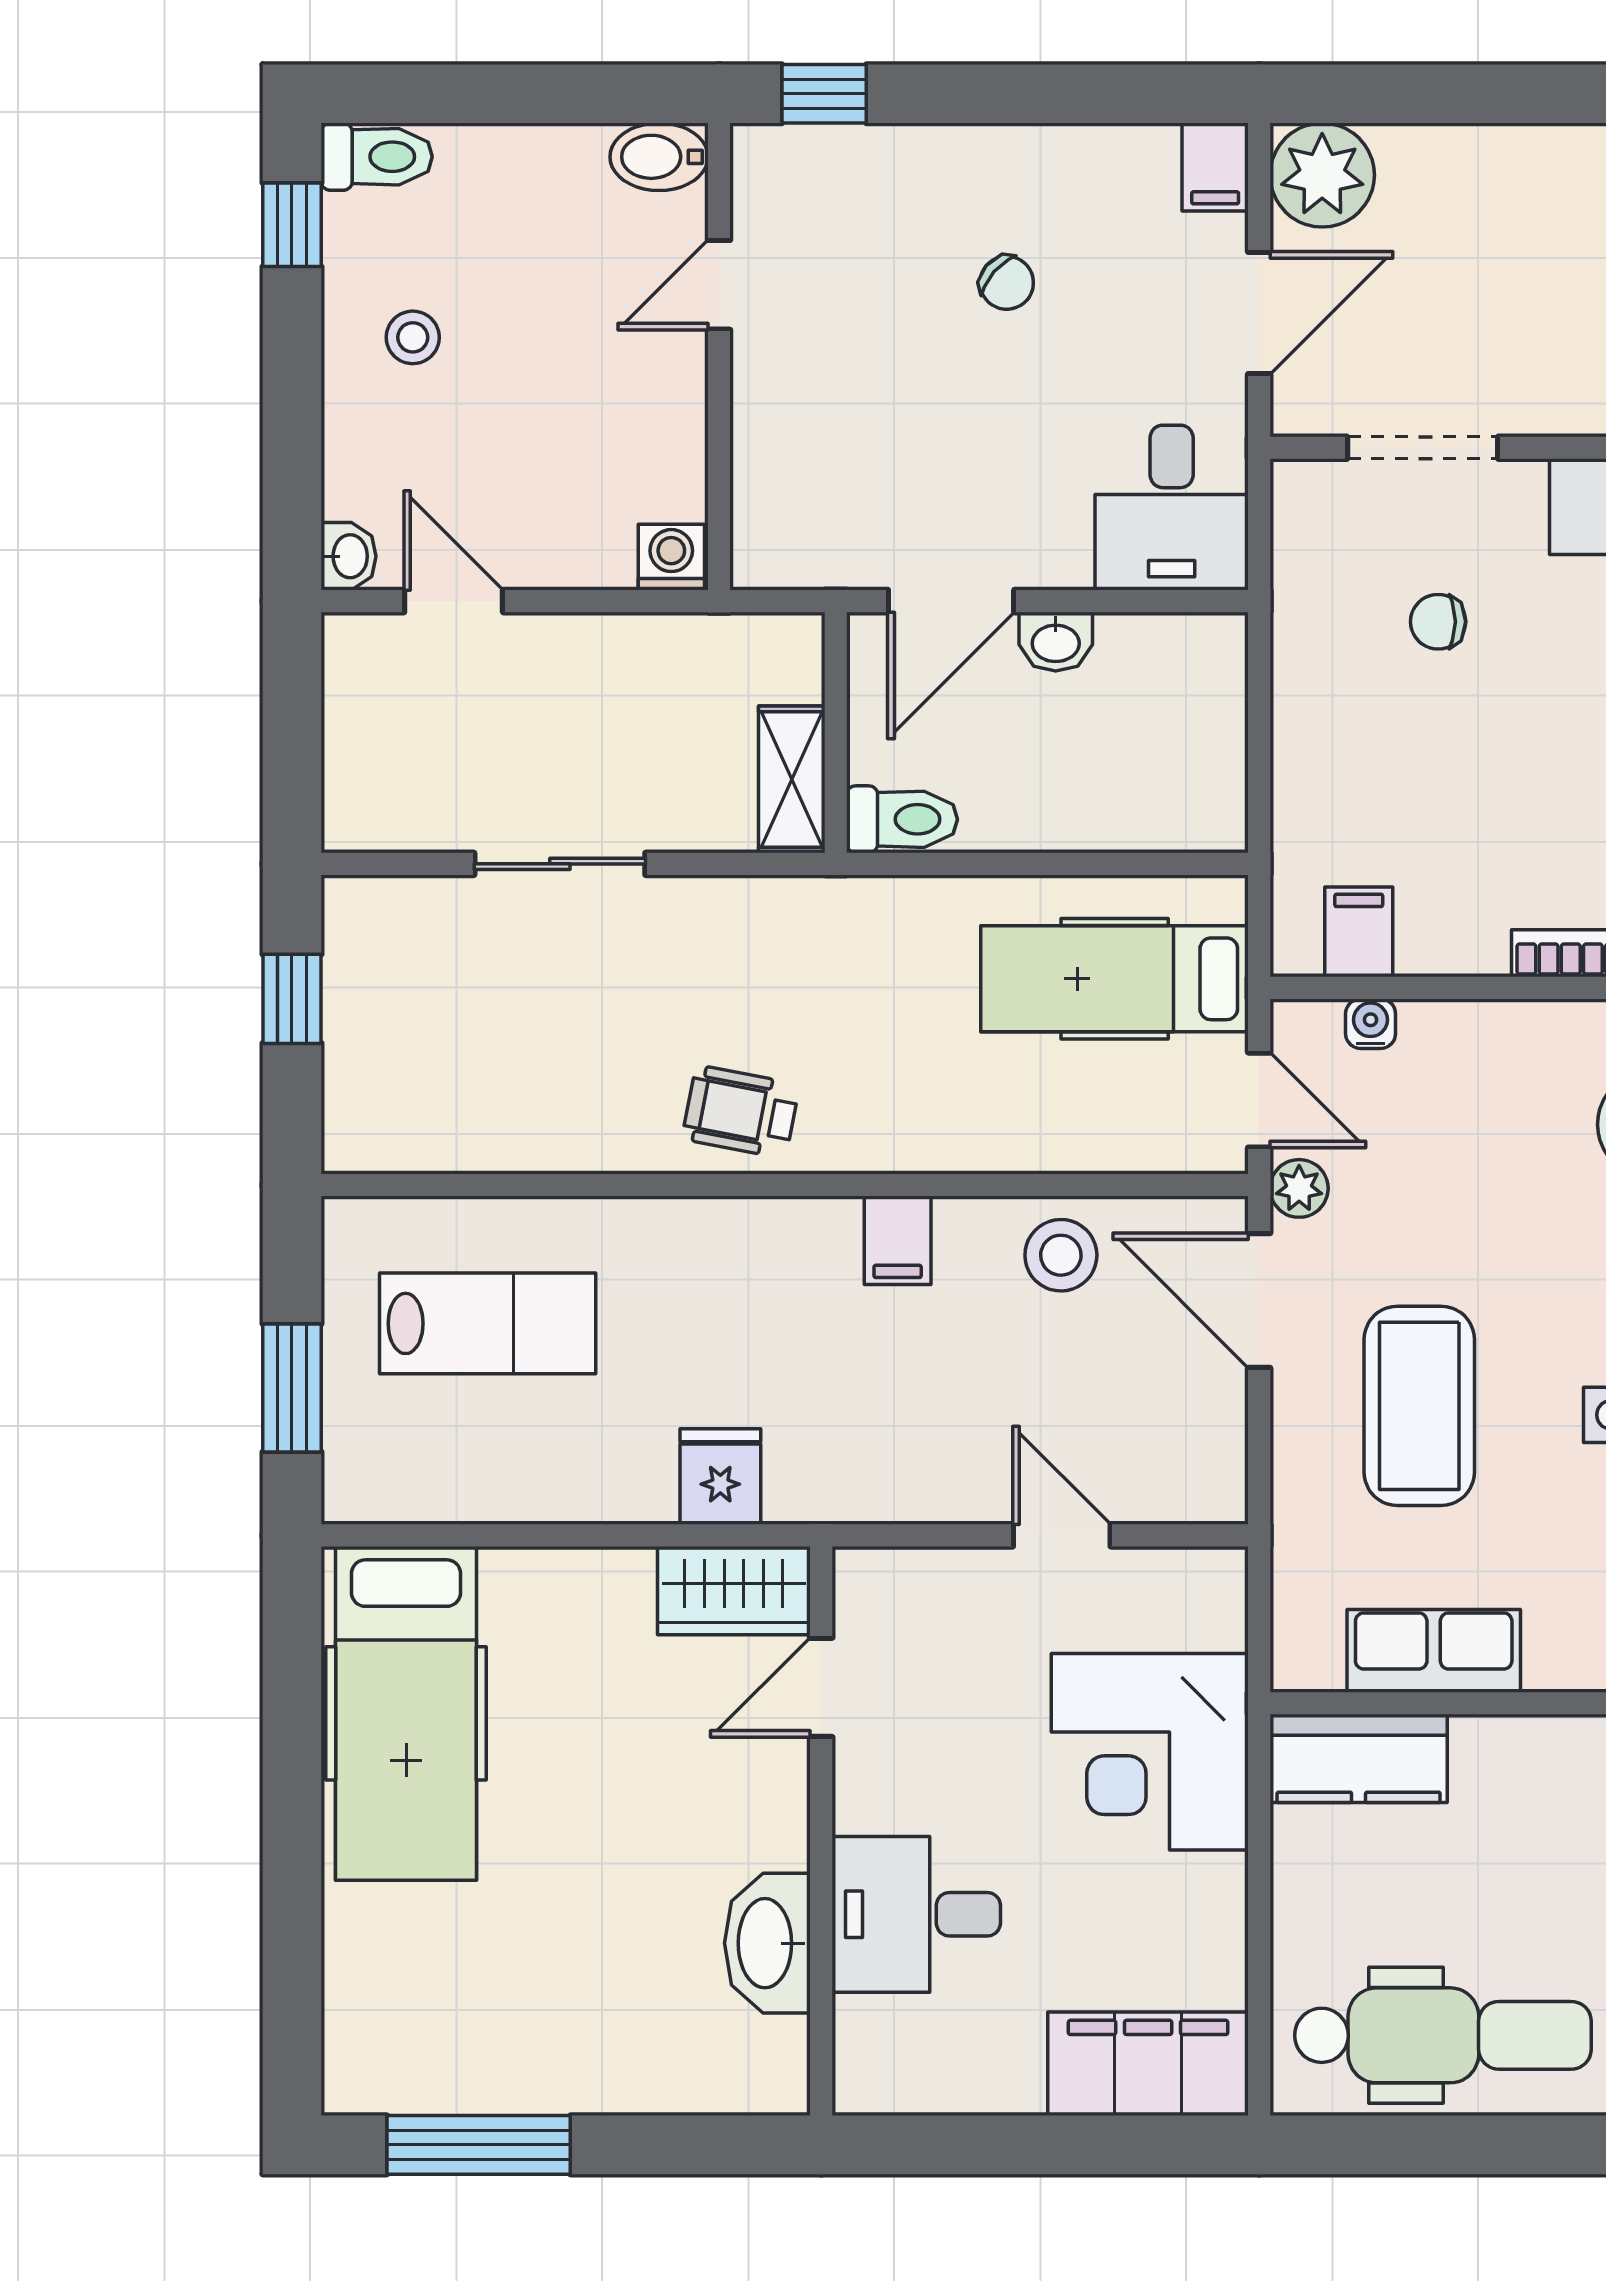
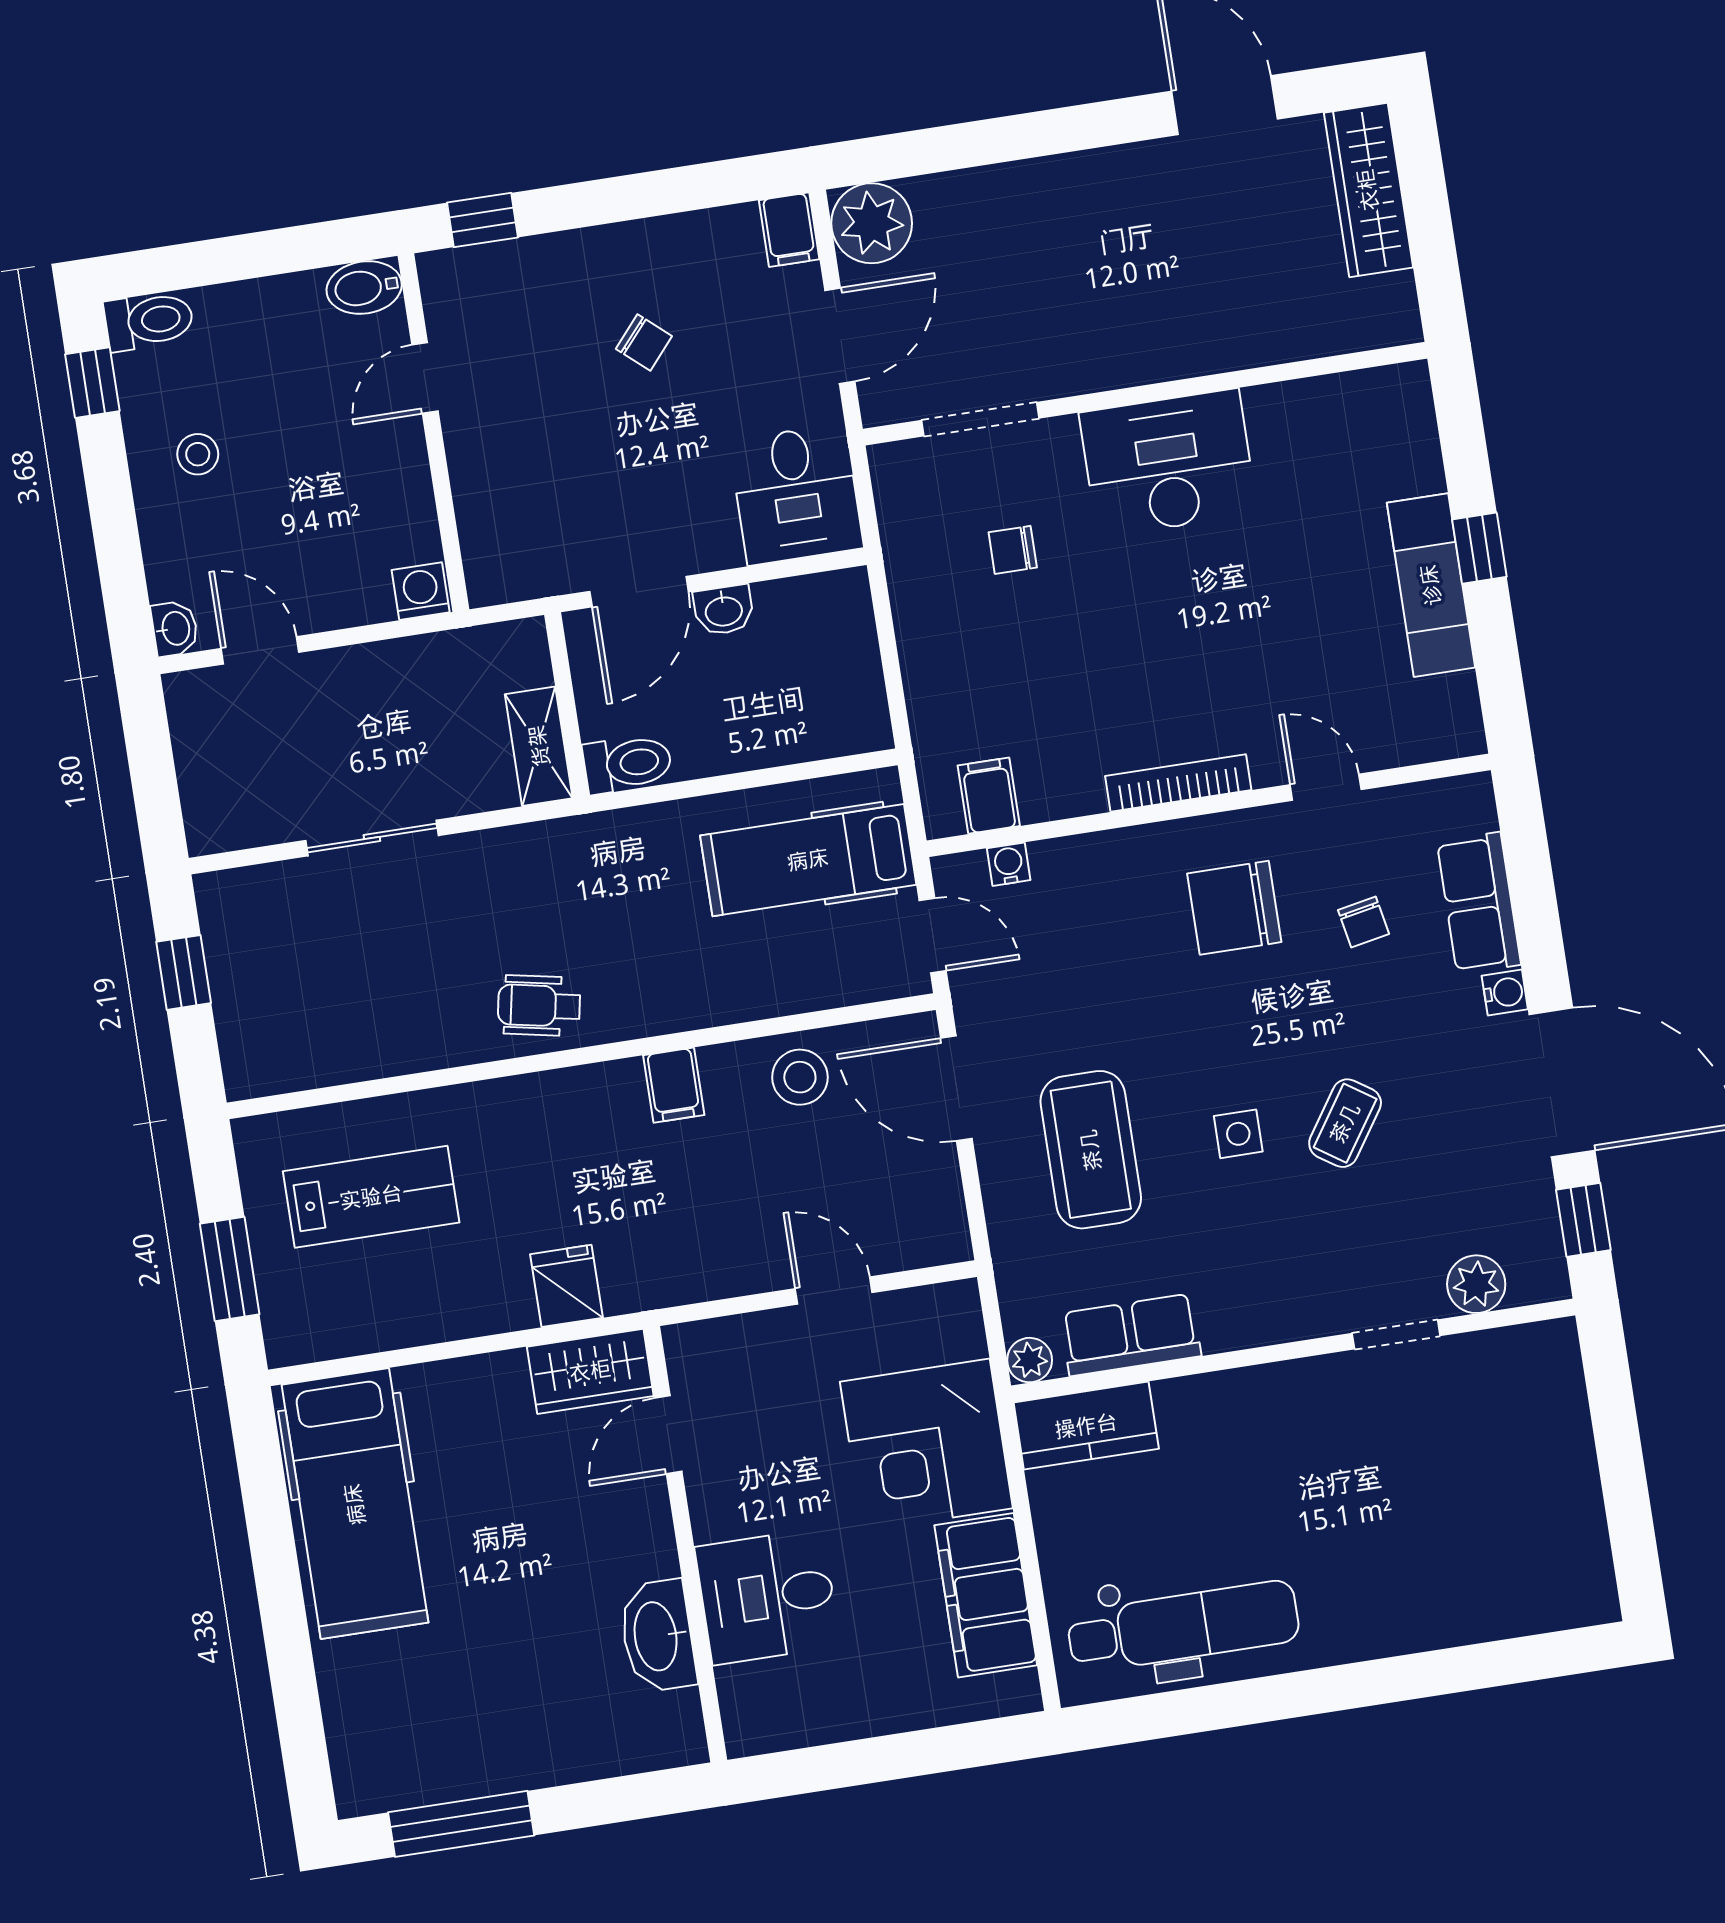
plant: (1299, 1188) -> (1030, 1360), moved
filing cabinet: (1148, 2064) -> (986, 1595), moved, turned -90

